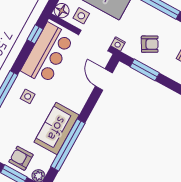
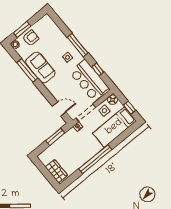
window: (35, 34) -> (98, 69), moved
armchair: (150, 44) -> (70, 146), removed
window: (68, 145) -> (27, 70), width x0.68

